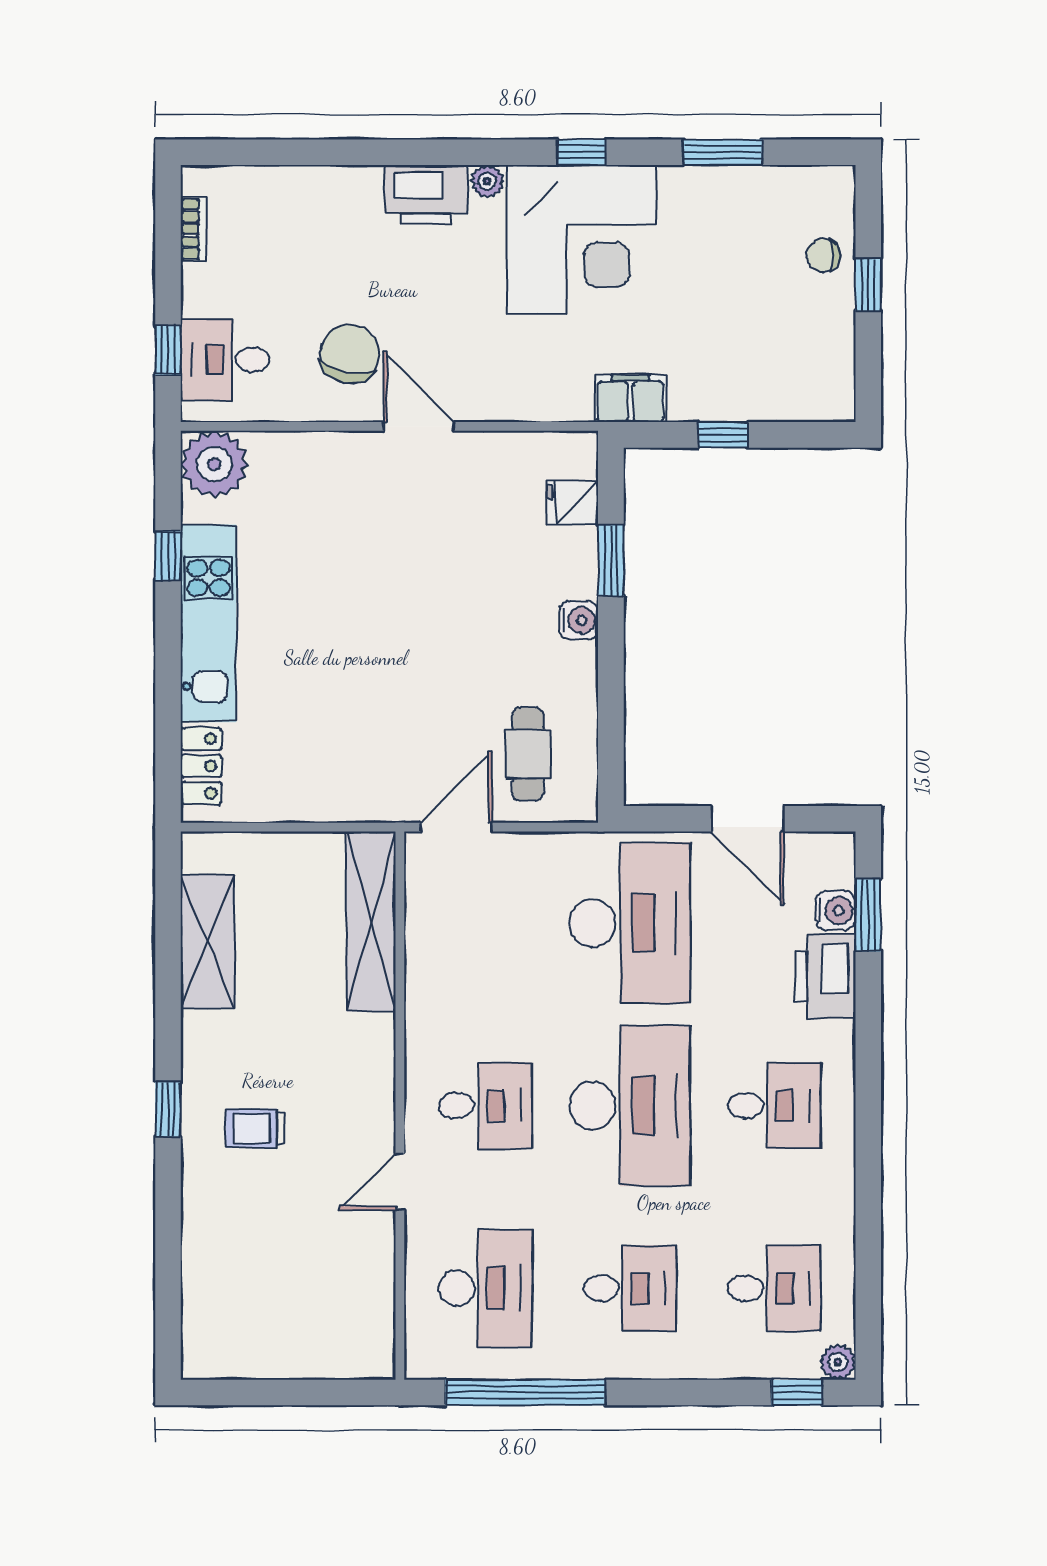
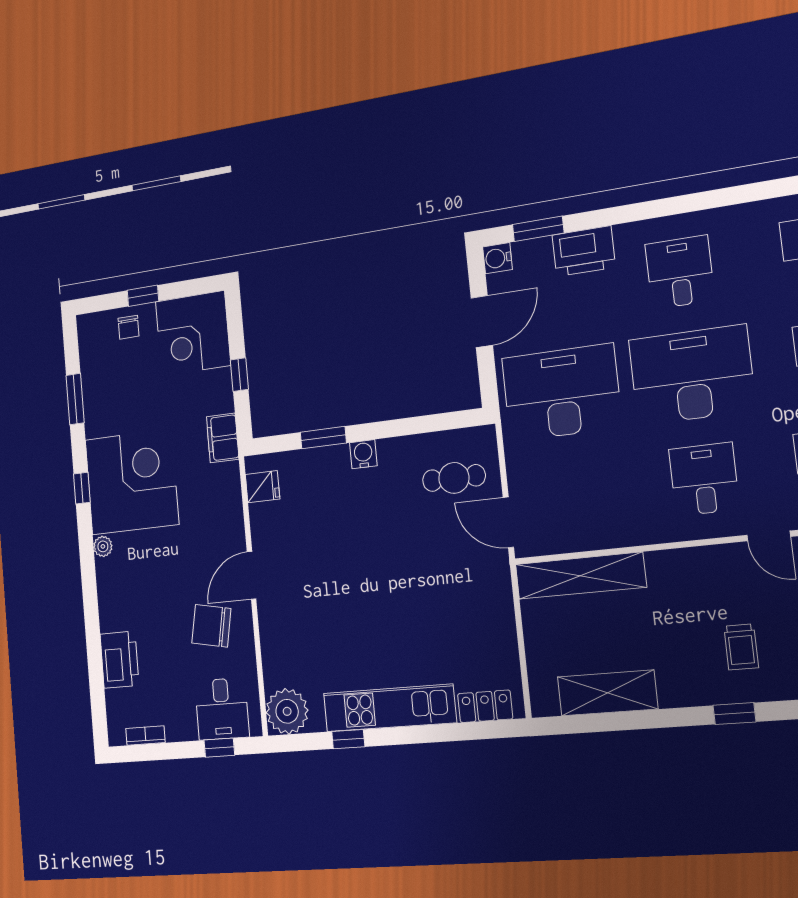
printer: (426, 195) -> (119, 660), moved
corner desk: (797, 364) -> (193, 333), added
fridge: (572, 503) -> (263, 487), moved, turned -90
water cooler: (836, 911) -> (497, 258), moved, turned -90

